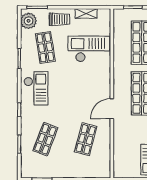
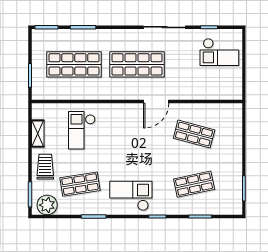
checkout: (89, 49) -> (82, 130), width x0.73, depth x0.83
door: (112, 109) -> (156, 102), hinge flipped
shop shelf: (45, 139) -> (194, 184), turned -33

